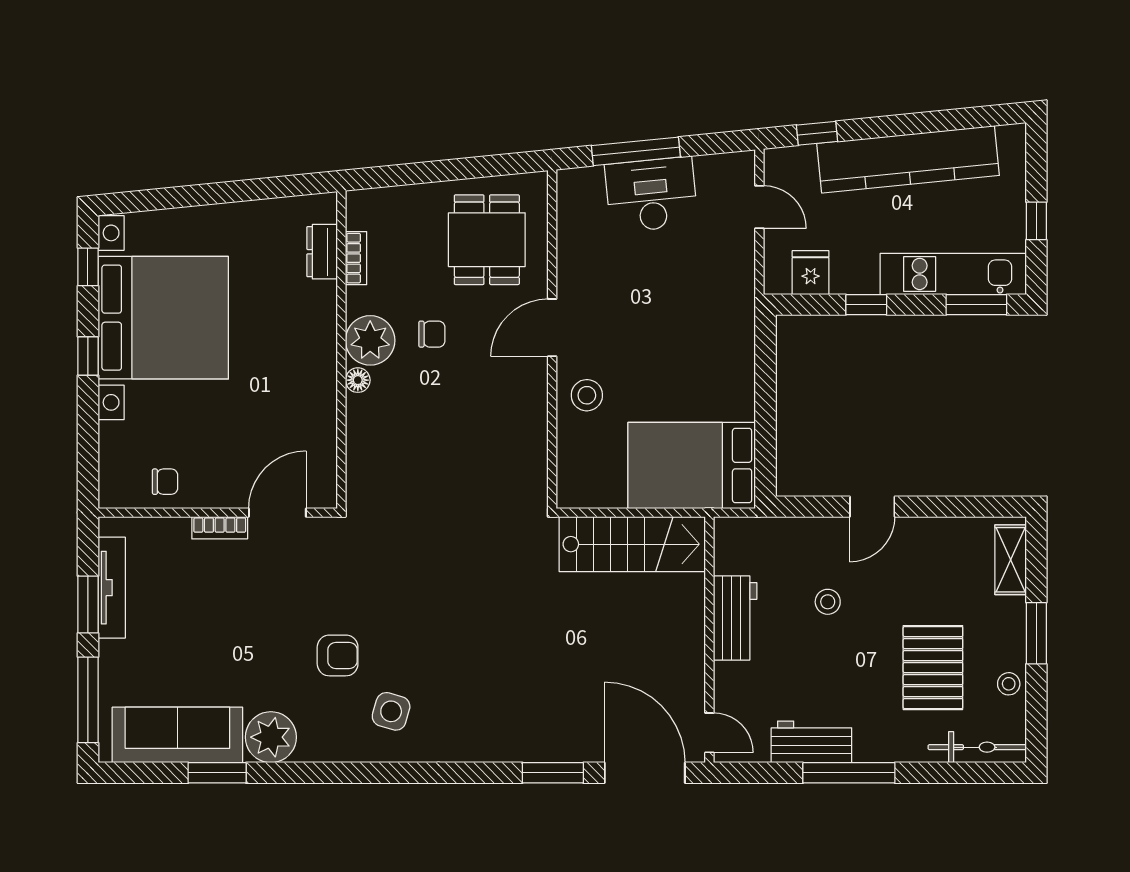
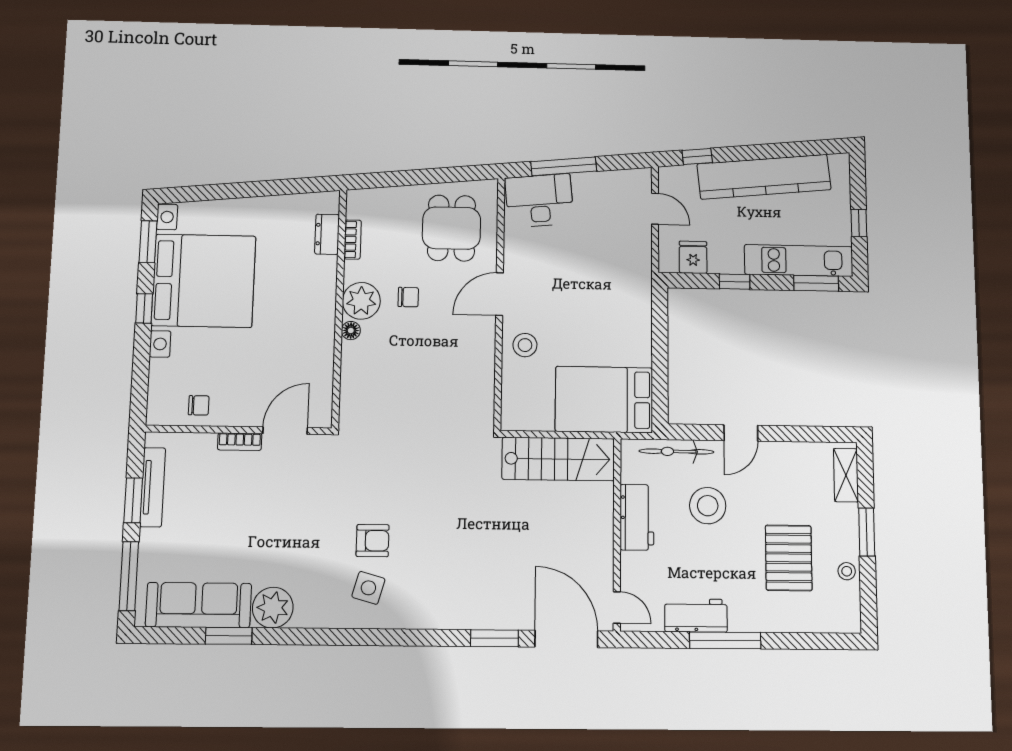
desk: (651, 195) -> (539, 201), moved
window: (88, 267) -> (148, 242), width x1.50
stool: (828, 602) -> (708, 506), width x1.89, depth x1.89
armchair: (338, 655) -> (373, 541), moved
bicycle: (977, 747) -> (676, 452), moved, turned 180

